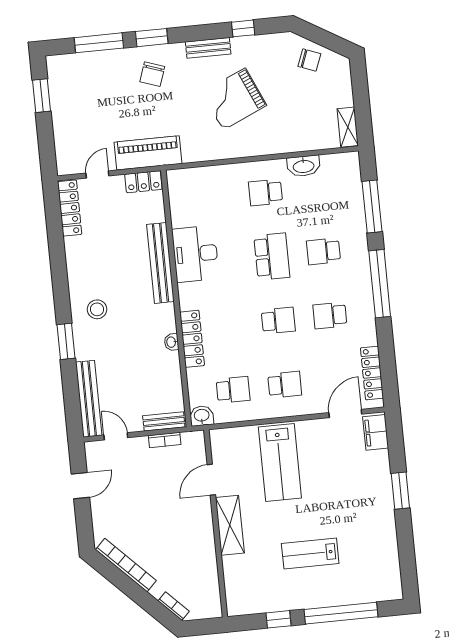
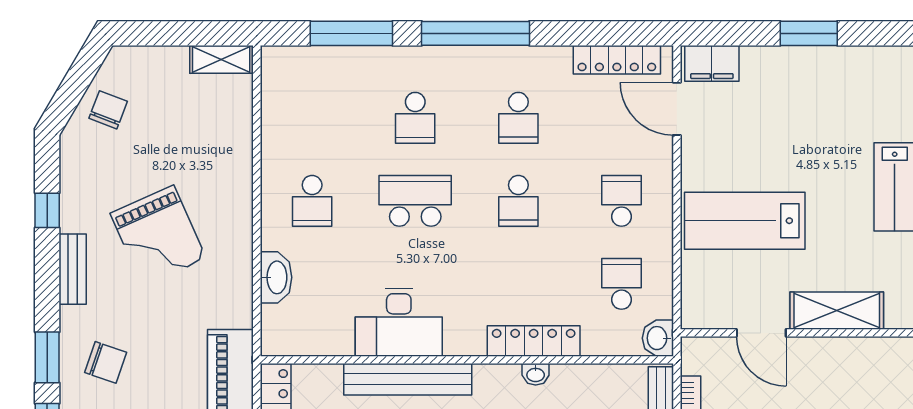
washbasin: (304, 166) -> (276, 277), moved
school desk: (278, 321) -> (518, 201), turned 180
lab bench: (280, 463) -> (745, 221), turned 180

